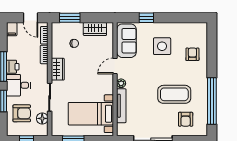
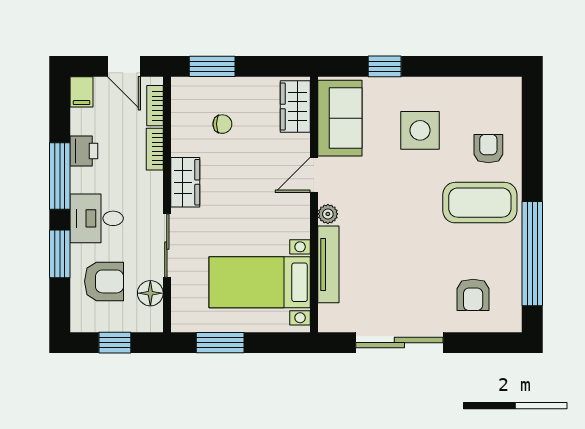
wardrobe: (95, 29) -> (295, 106), moved, turned 90
printer: (13, 67) -> (84, 151), moved
coffee table: (174, 94) -> (480, 203), moved

